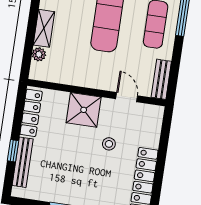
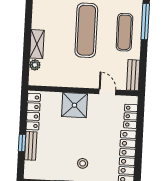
locker: (153, 131) -> (131, 116), added
stool: (109, 144) -> (83, 163), moved
bench: (23, 162) -> (31, 146), width x0.73

